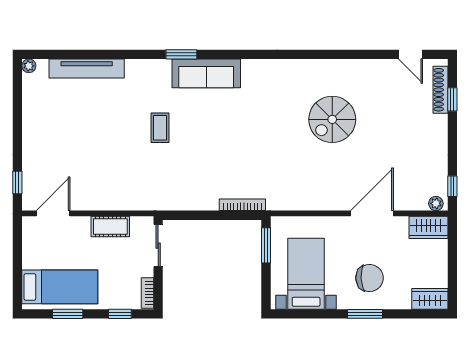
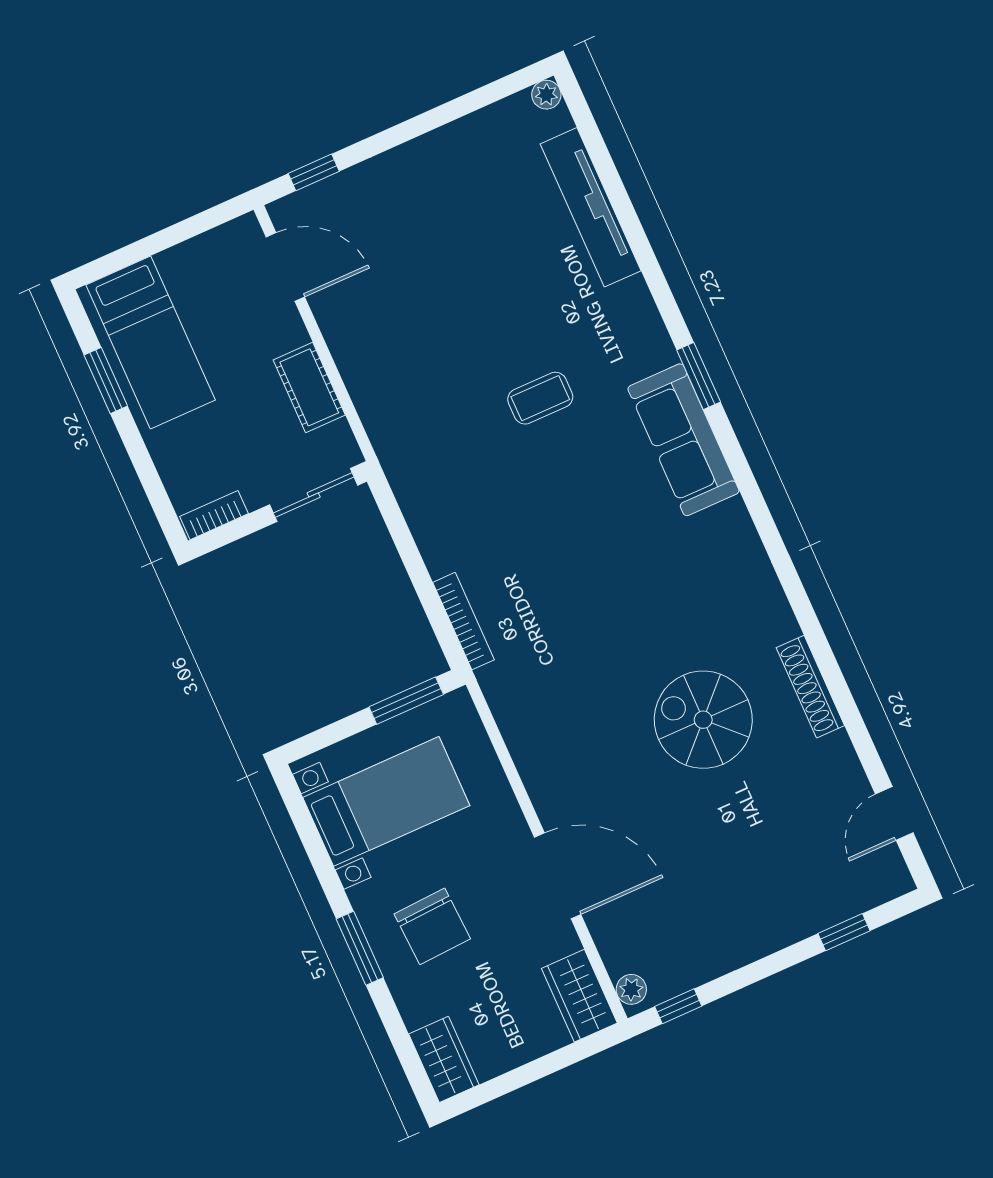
shoe rack: (441, 90) -> (810, 687), moved, turned -90
window: (120, 314) -> (150, 480), removed

